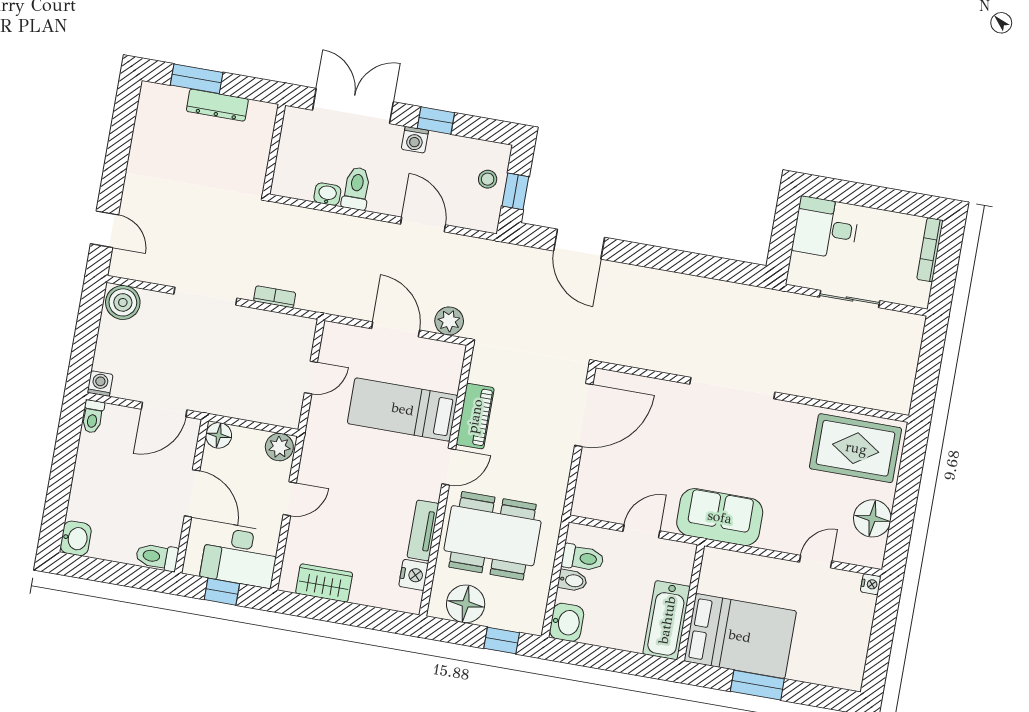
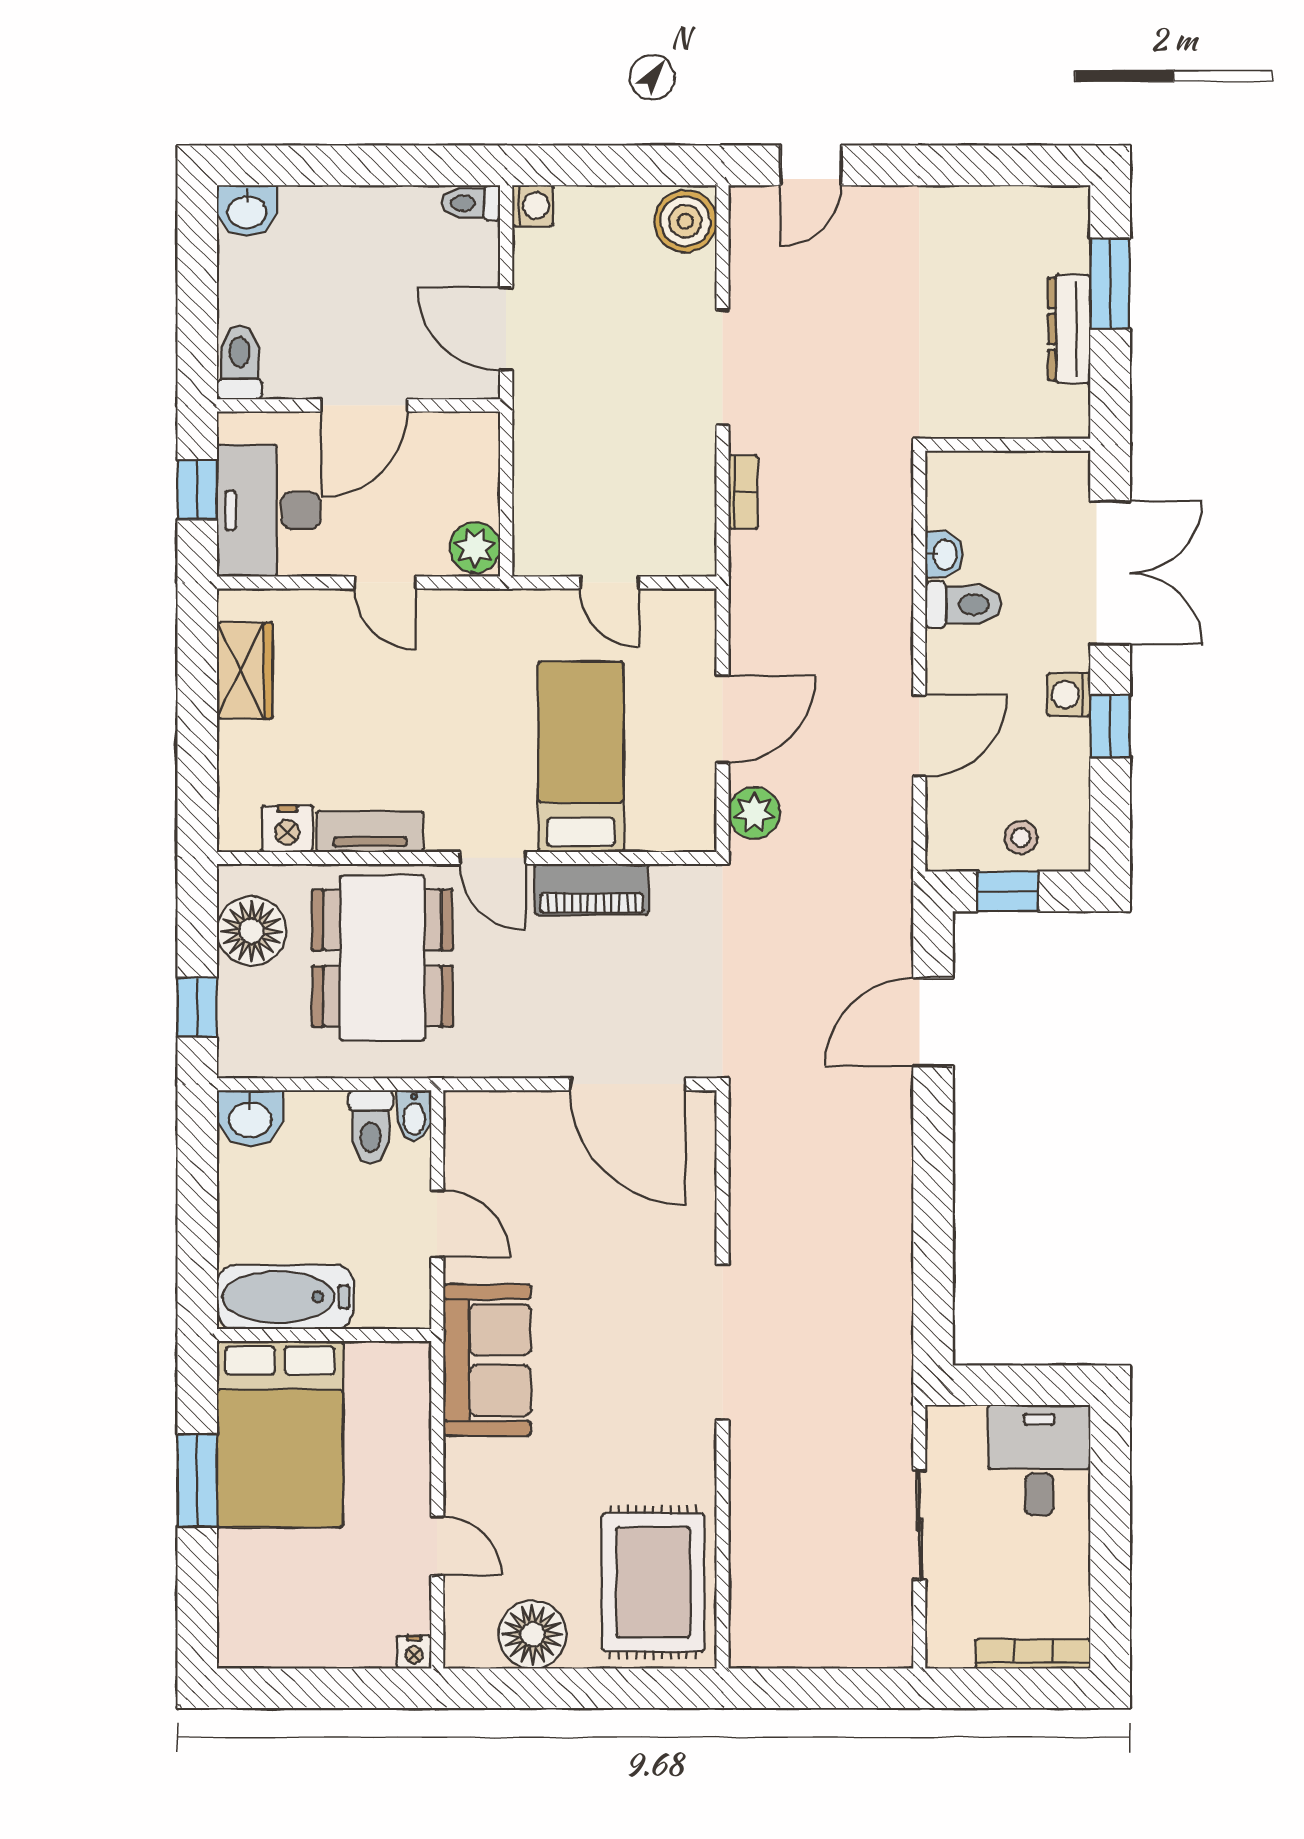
floor lamp: (219, 435) -> (477, 435), removed
bidet: (572, 580) -> (414, 1115), moved

